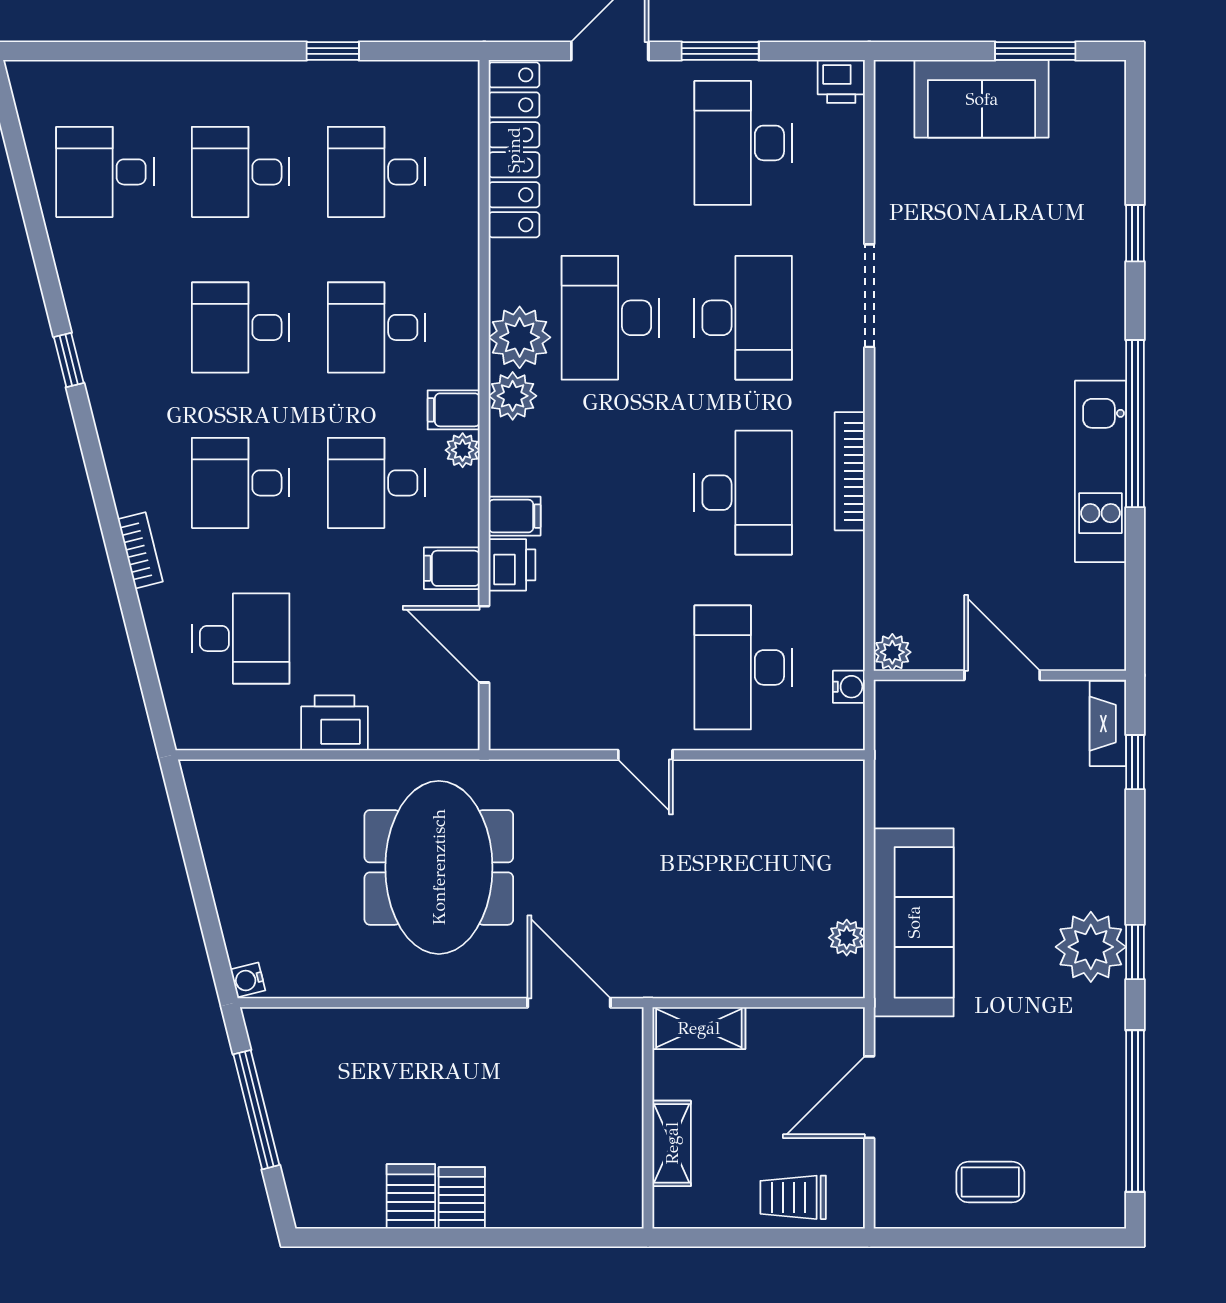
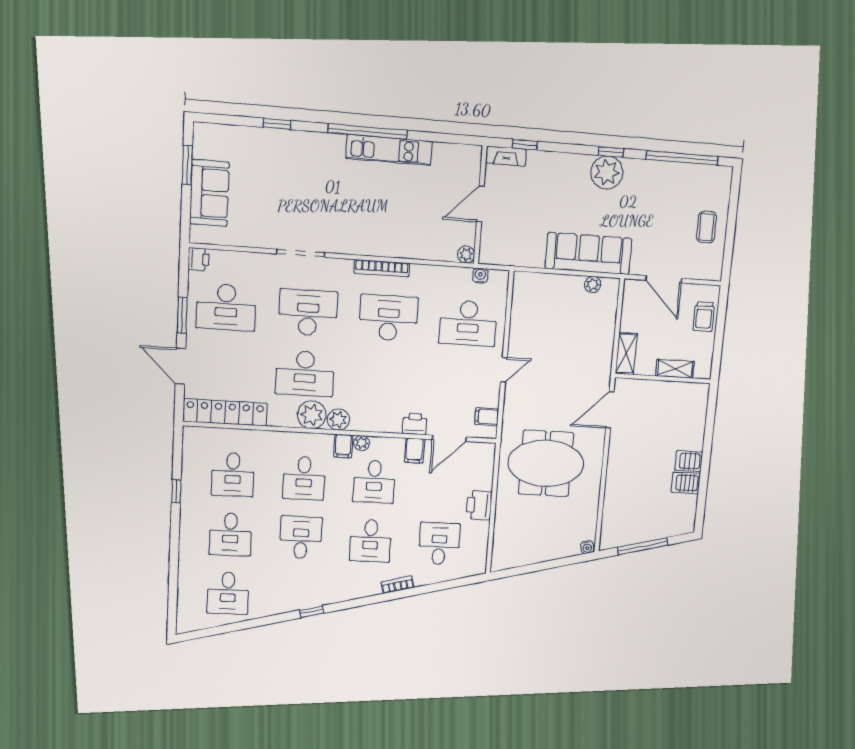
desk: (241, 327) -> (301, 537), turned 180
filing cabinet: (515, 516) -> (487, 417), moved, turned -90

